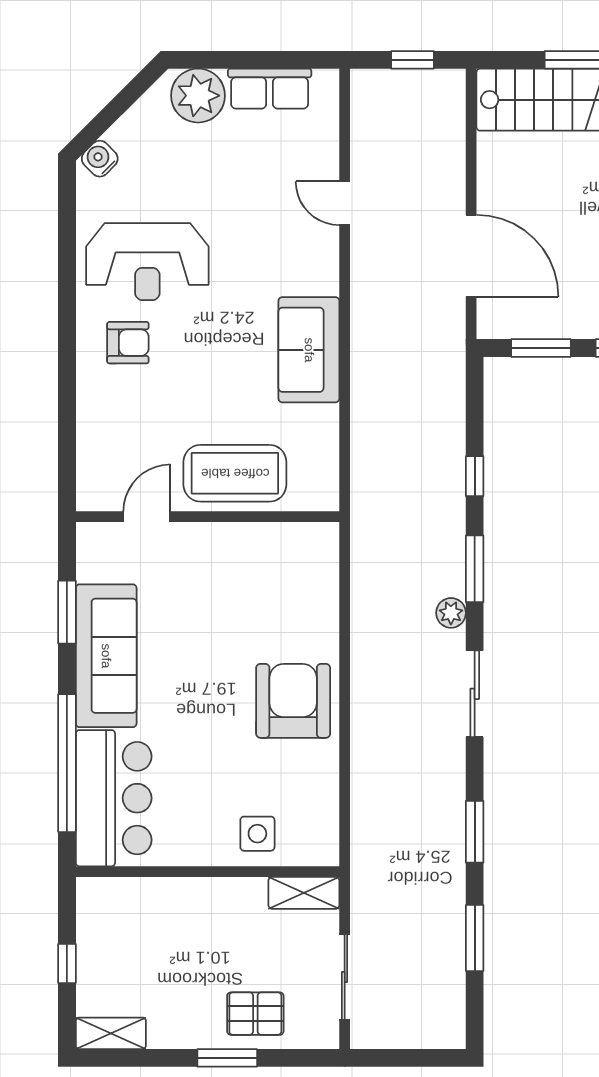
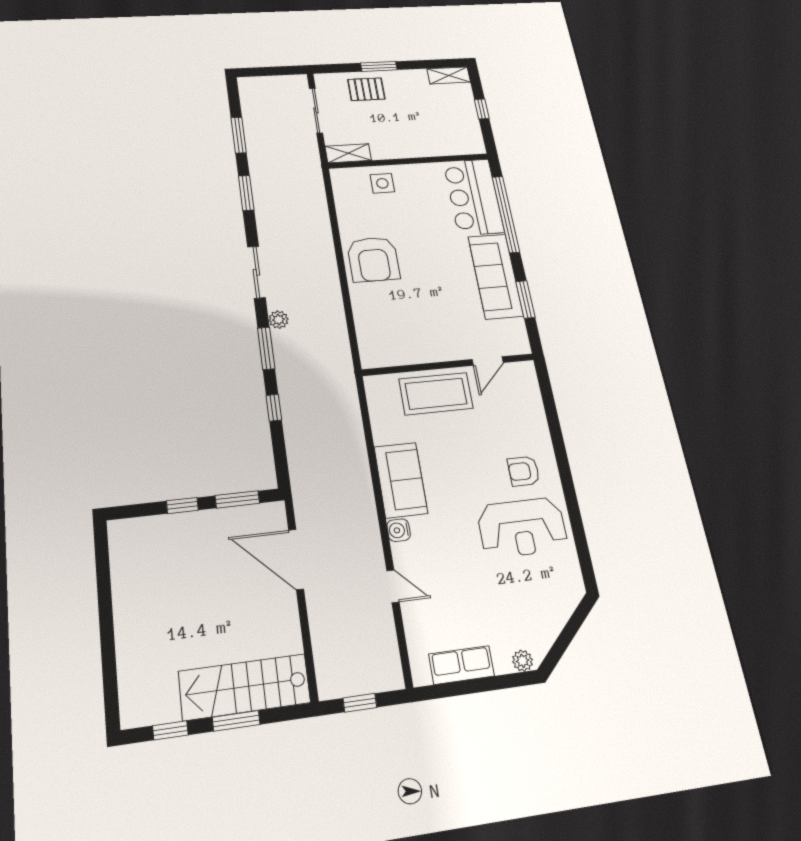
plant: (198, 96) -> (523, 661), width x0.53, depth x0.53
water cooler: (100, 159) -> (399, 530), moved, turned 135
reception desk: (147, 262) -> (522, 528), turned 180

